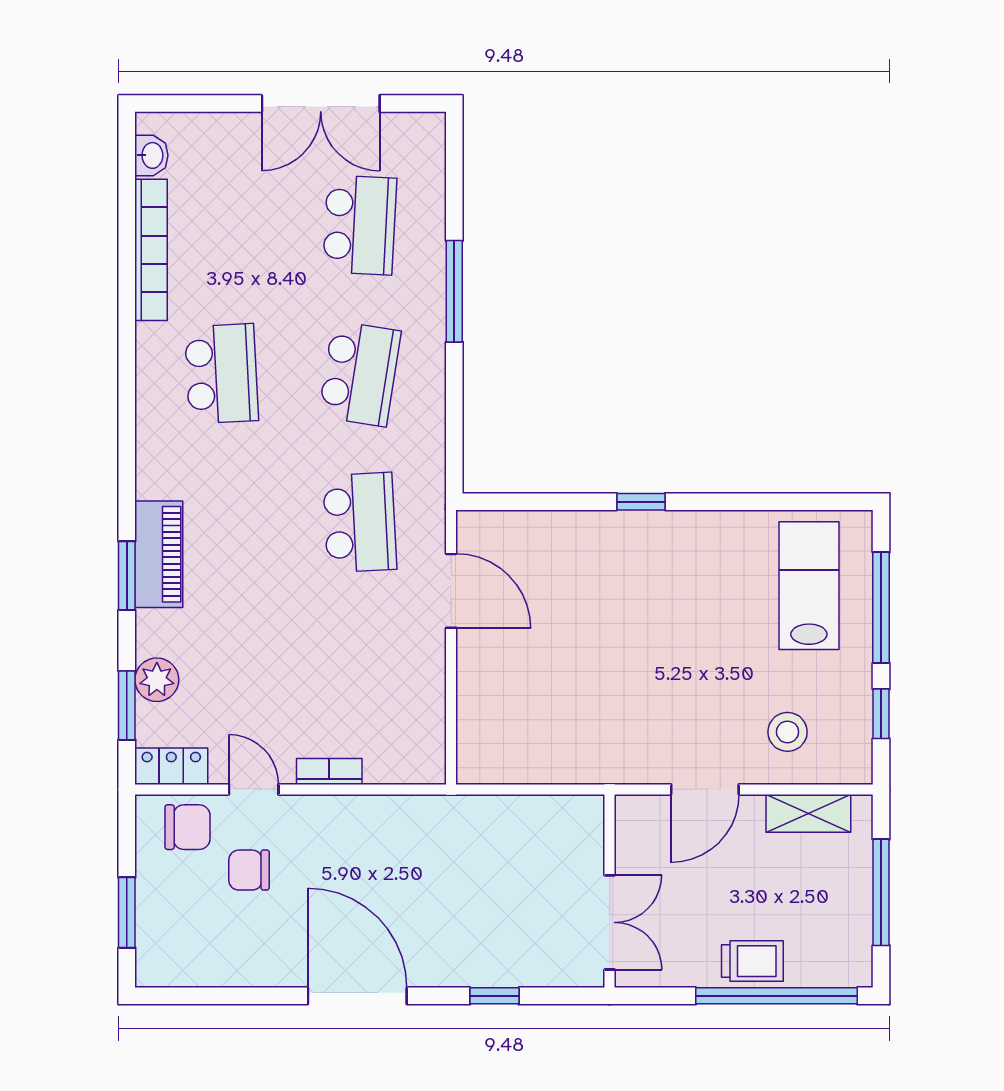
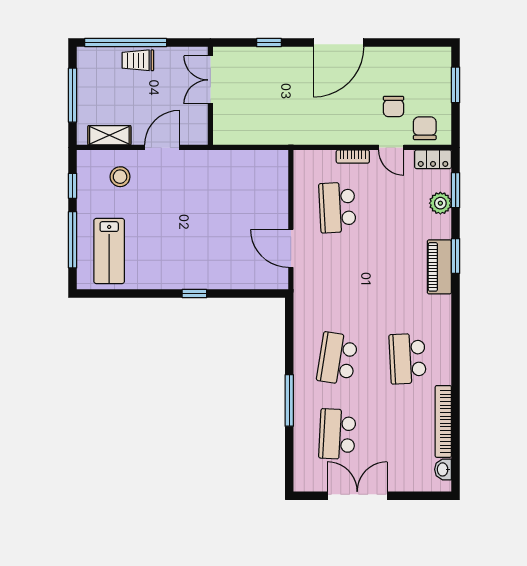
school desk: (360, 522) -> (337, 207), moved
chair: (188, 827) -> (425, 128), turned 90
chair: (249, 870) -> (394, 106), turned 90
door: (357, 996) -> (339, 43), hinge flipped

